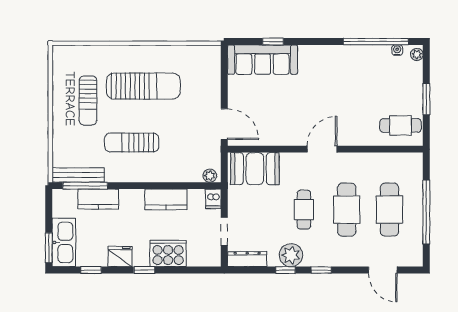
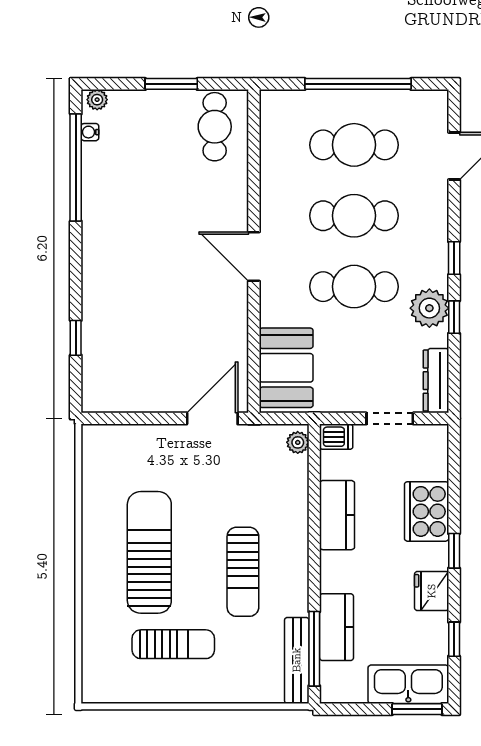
sofa: (263, 60) -> (106, 355), removed
cafe table: (304, 210) -> (354, 287), width x1.37, depth x1.35

